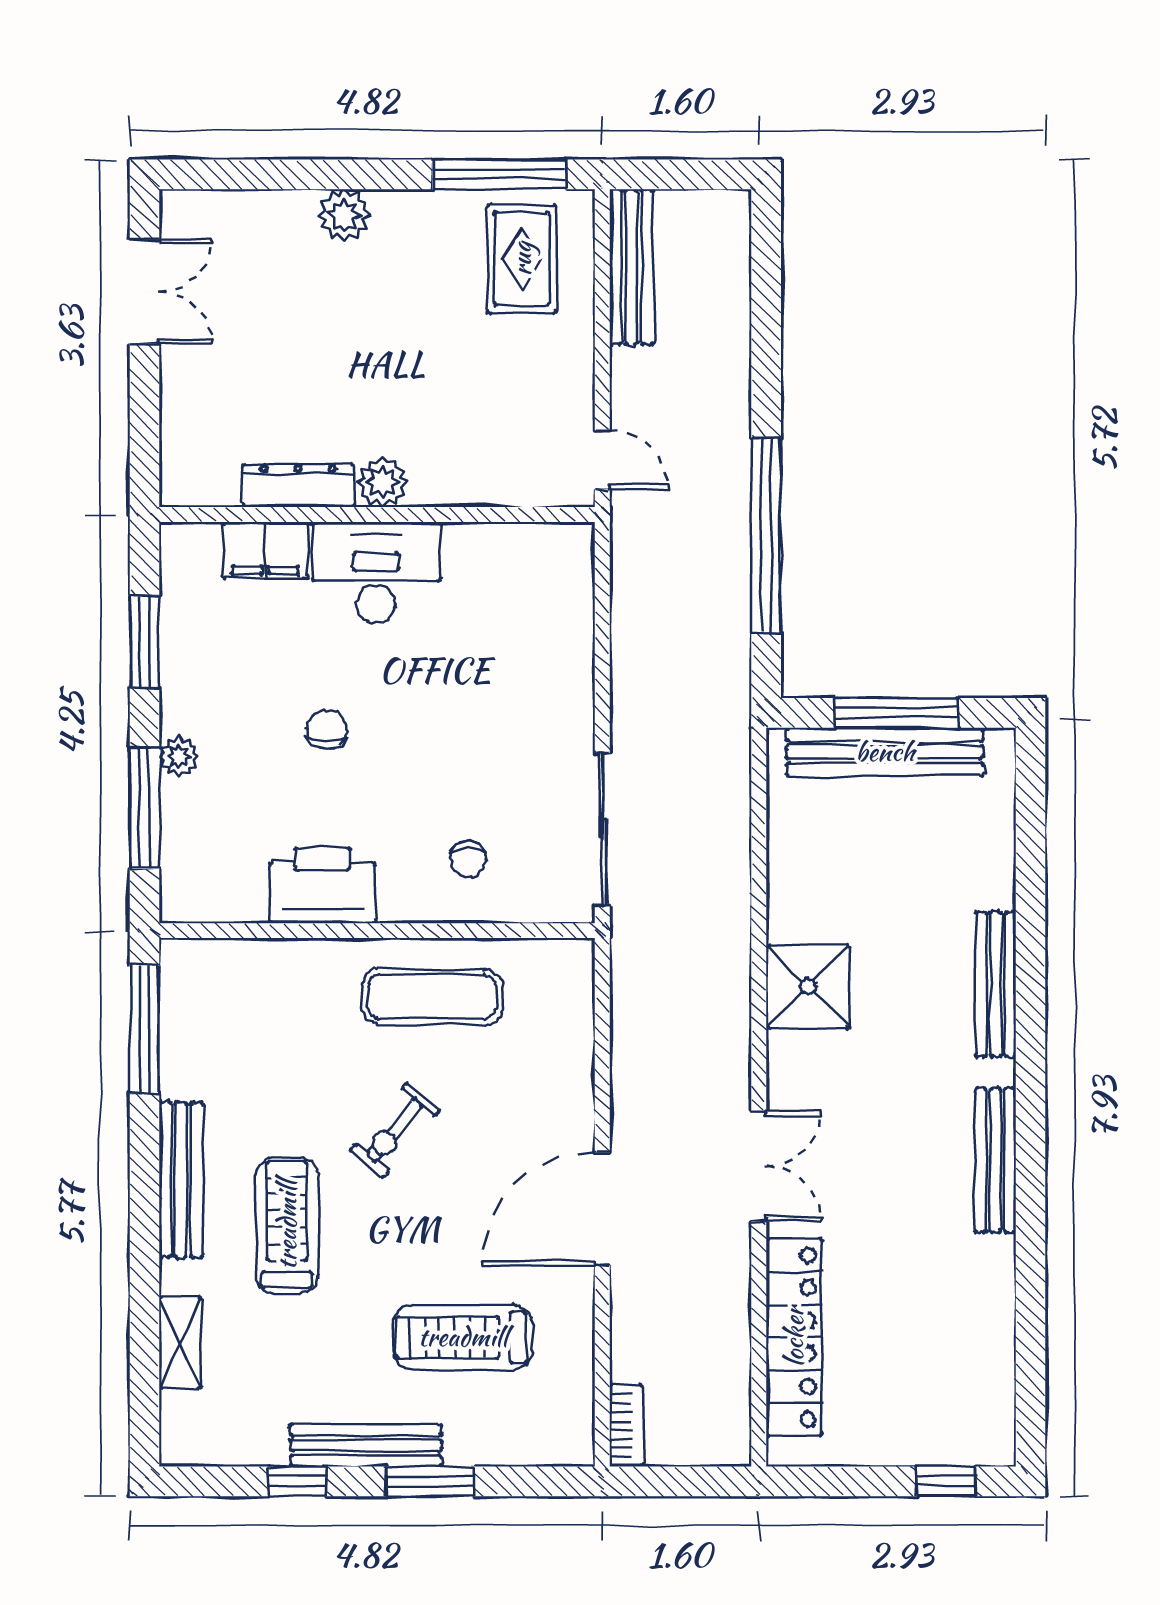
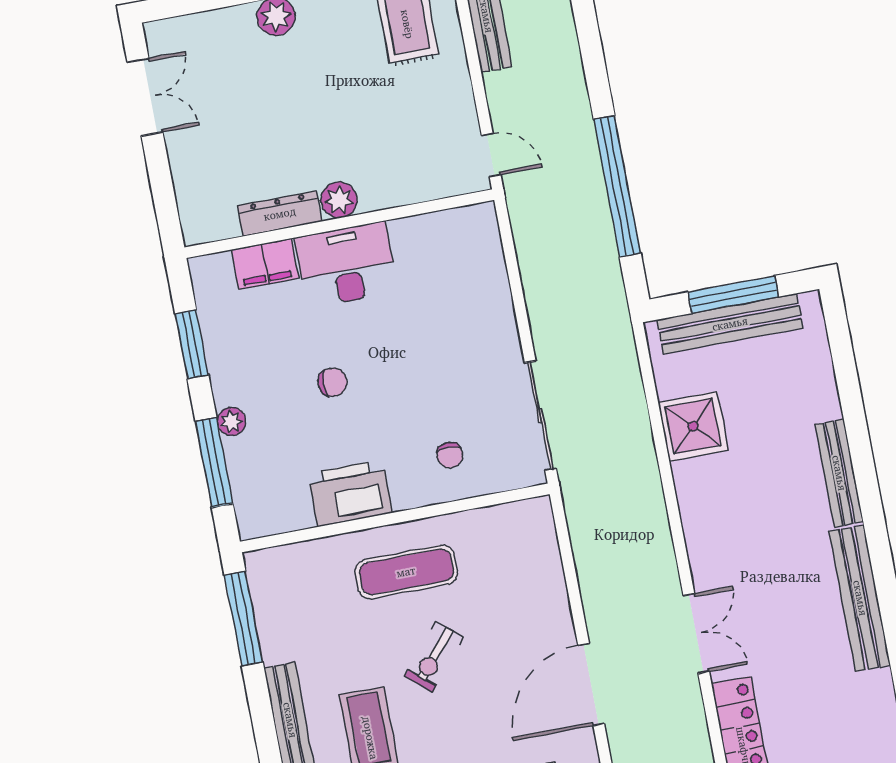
chair: (327, 729) -> (332, 382), turned 90
shower: (808, 987) -> (693, 426), moved
exercise mat: (432, 997) -> (406, 572), moved
bench: (995, 1160) -> (860, 598), width x1.37, depth x1.21

